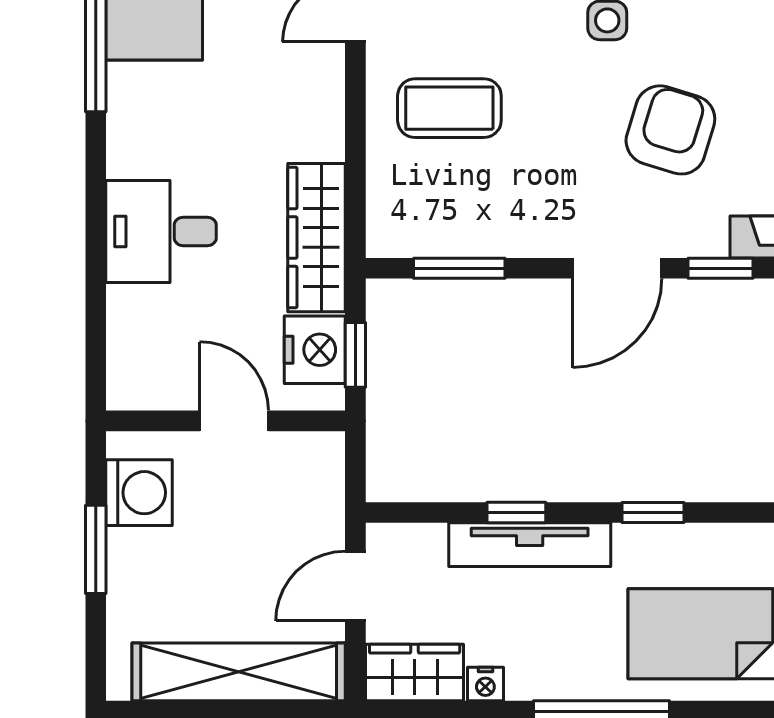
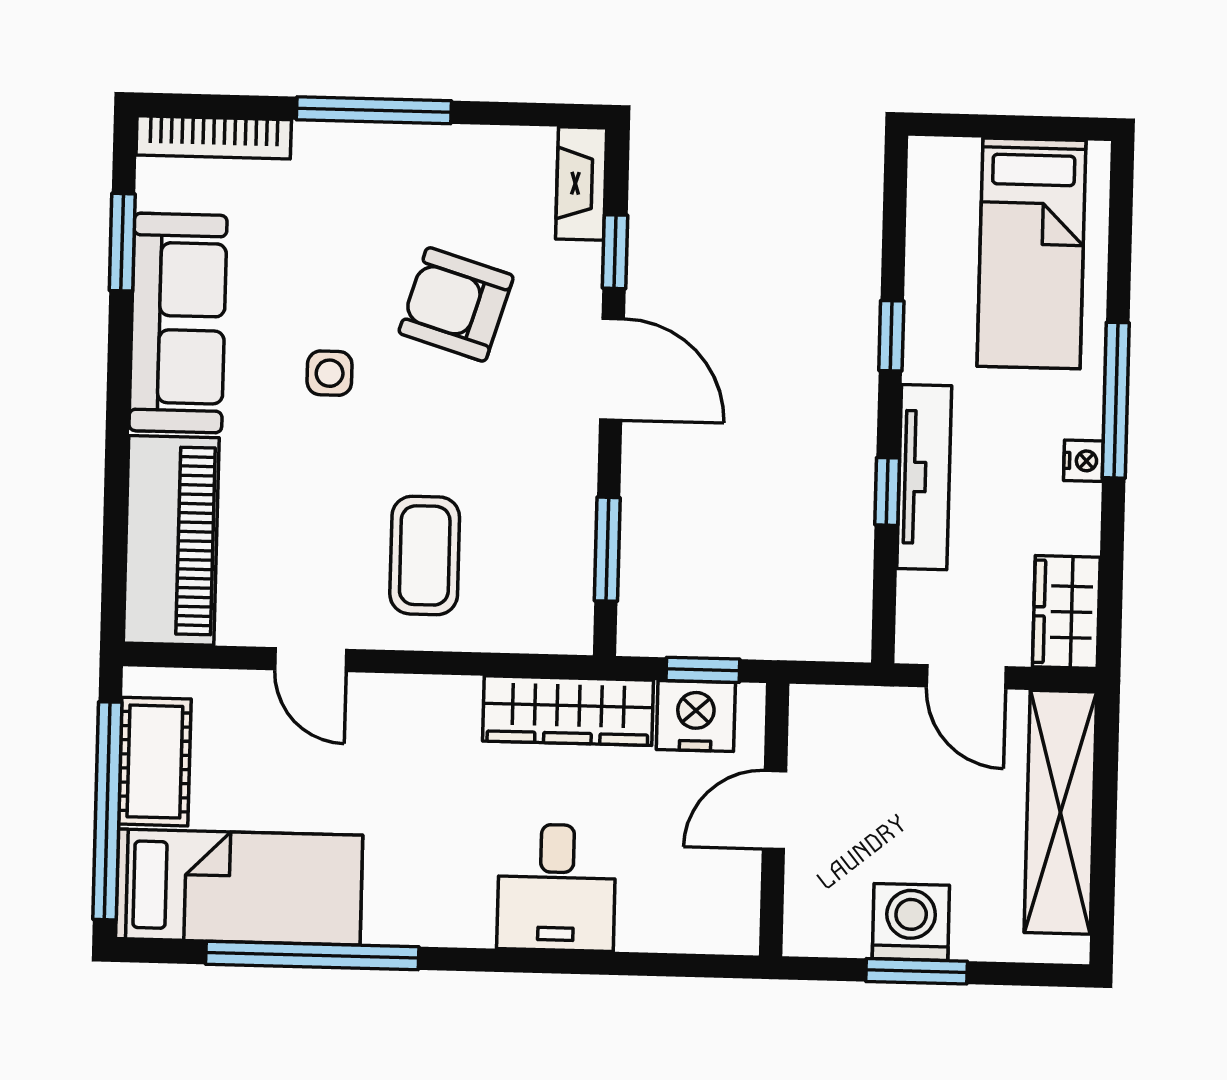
washing machine: (139, 493) -> (911, 922), moved
nightstand: (485, 684) -> (1083, 461), moved

